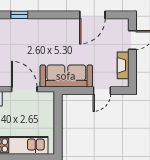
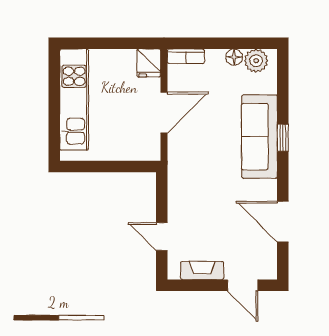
window: (19, 15) -> (283, 138), moved
sofa: (66, 76) -> (259, 137), moved, turned 180

